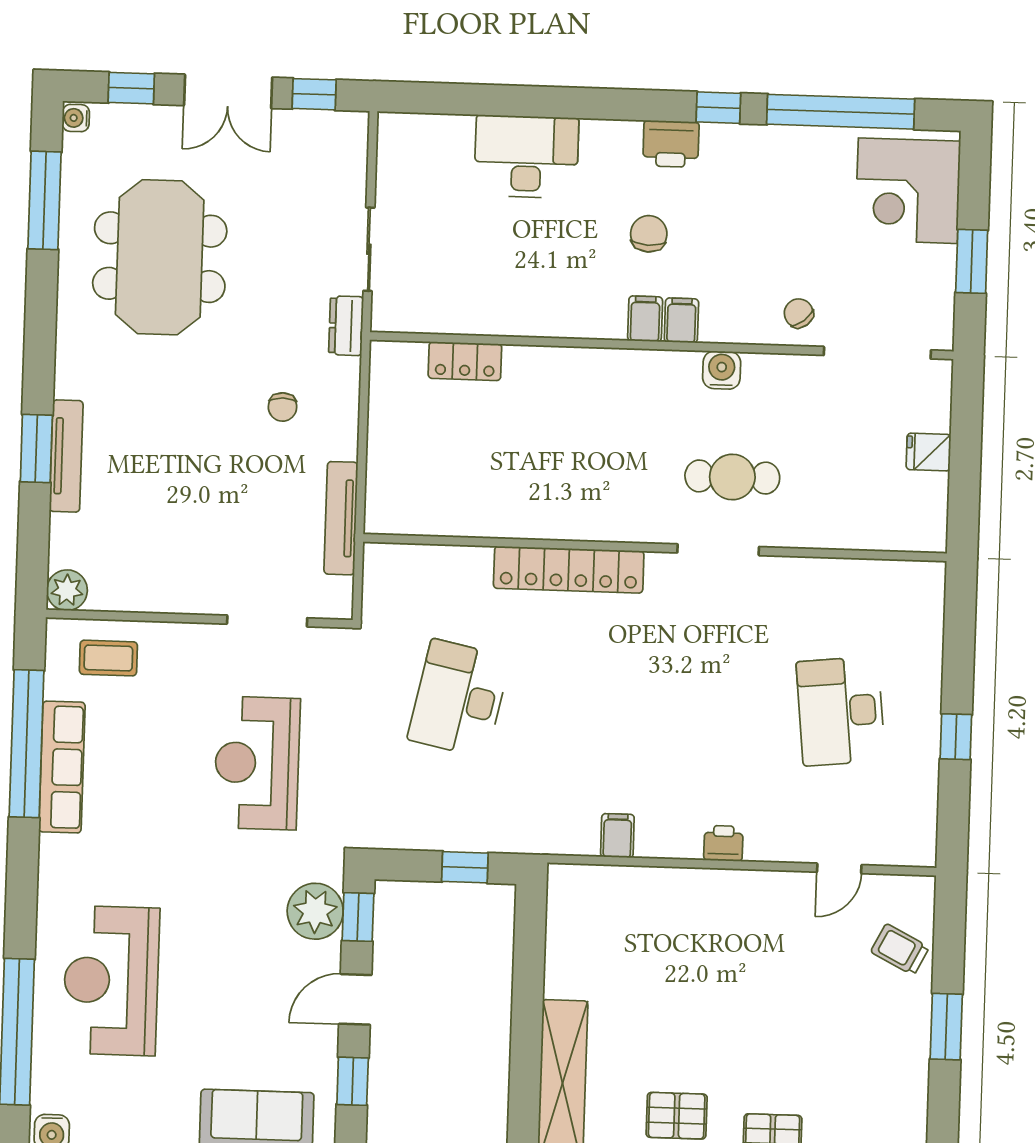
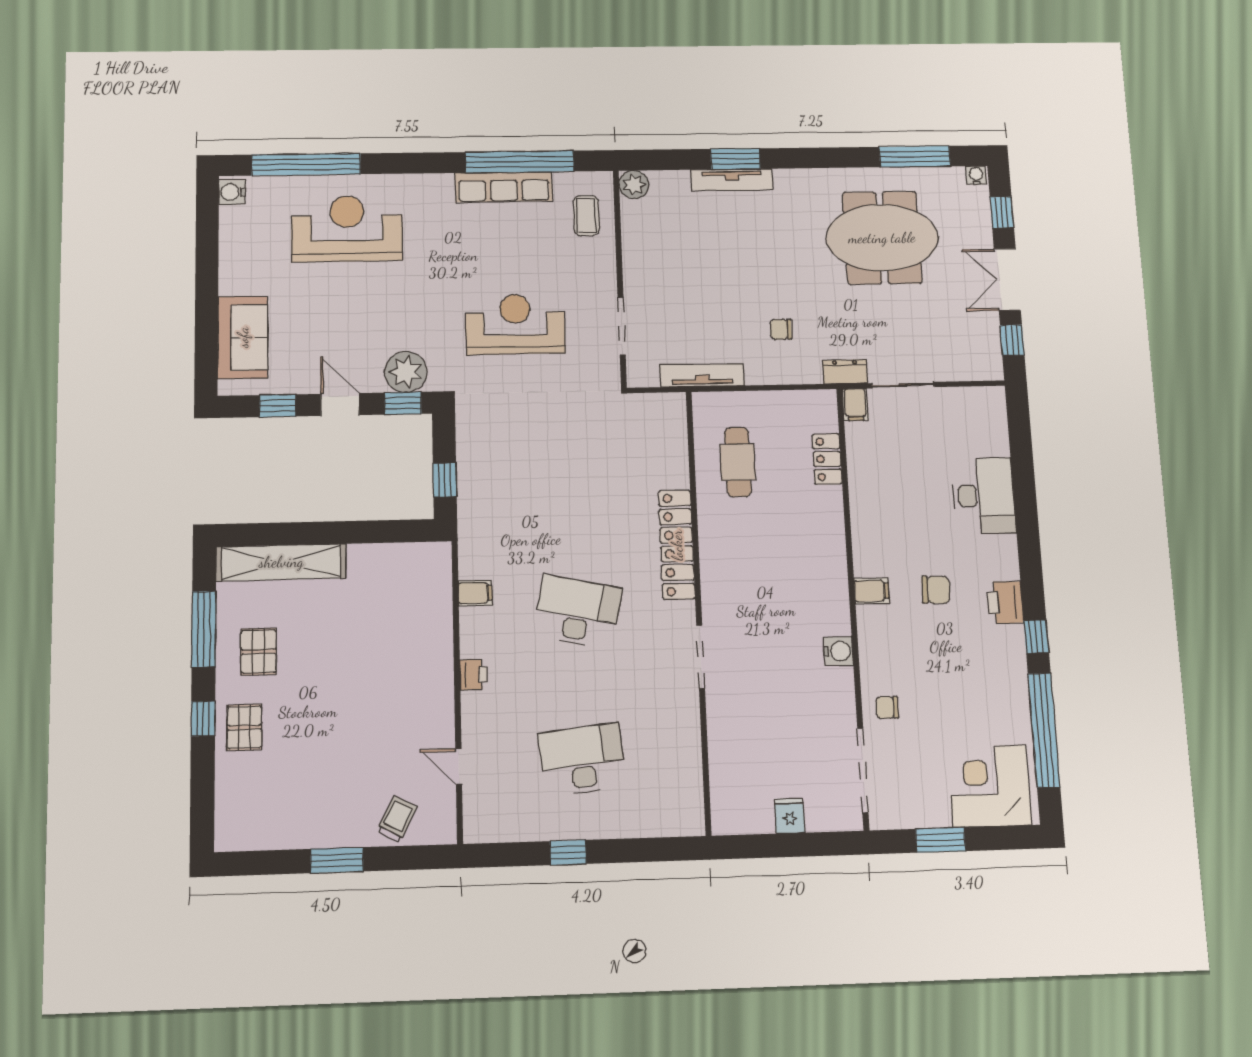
chair: (799, 313) -> (887, 707), turned -141
filing cabinet: (681, 320) -> (855, 405), moved, turned 90
cafe table: (732, 477) -> (738, 462), moved
desk: (459, 698) -> (578, 612), moved

